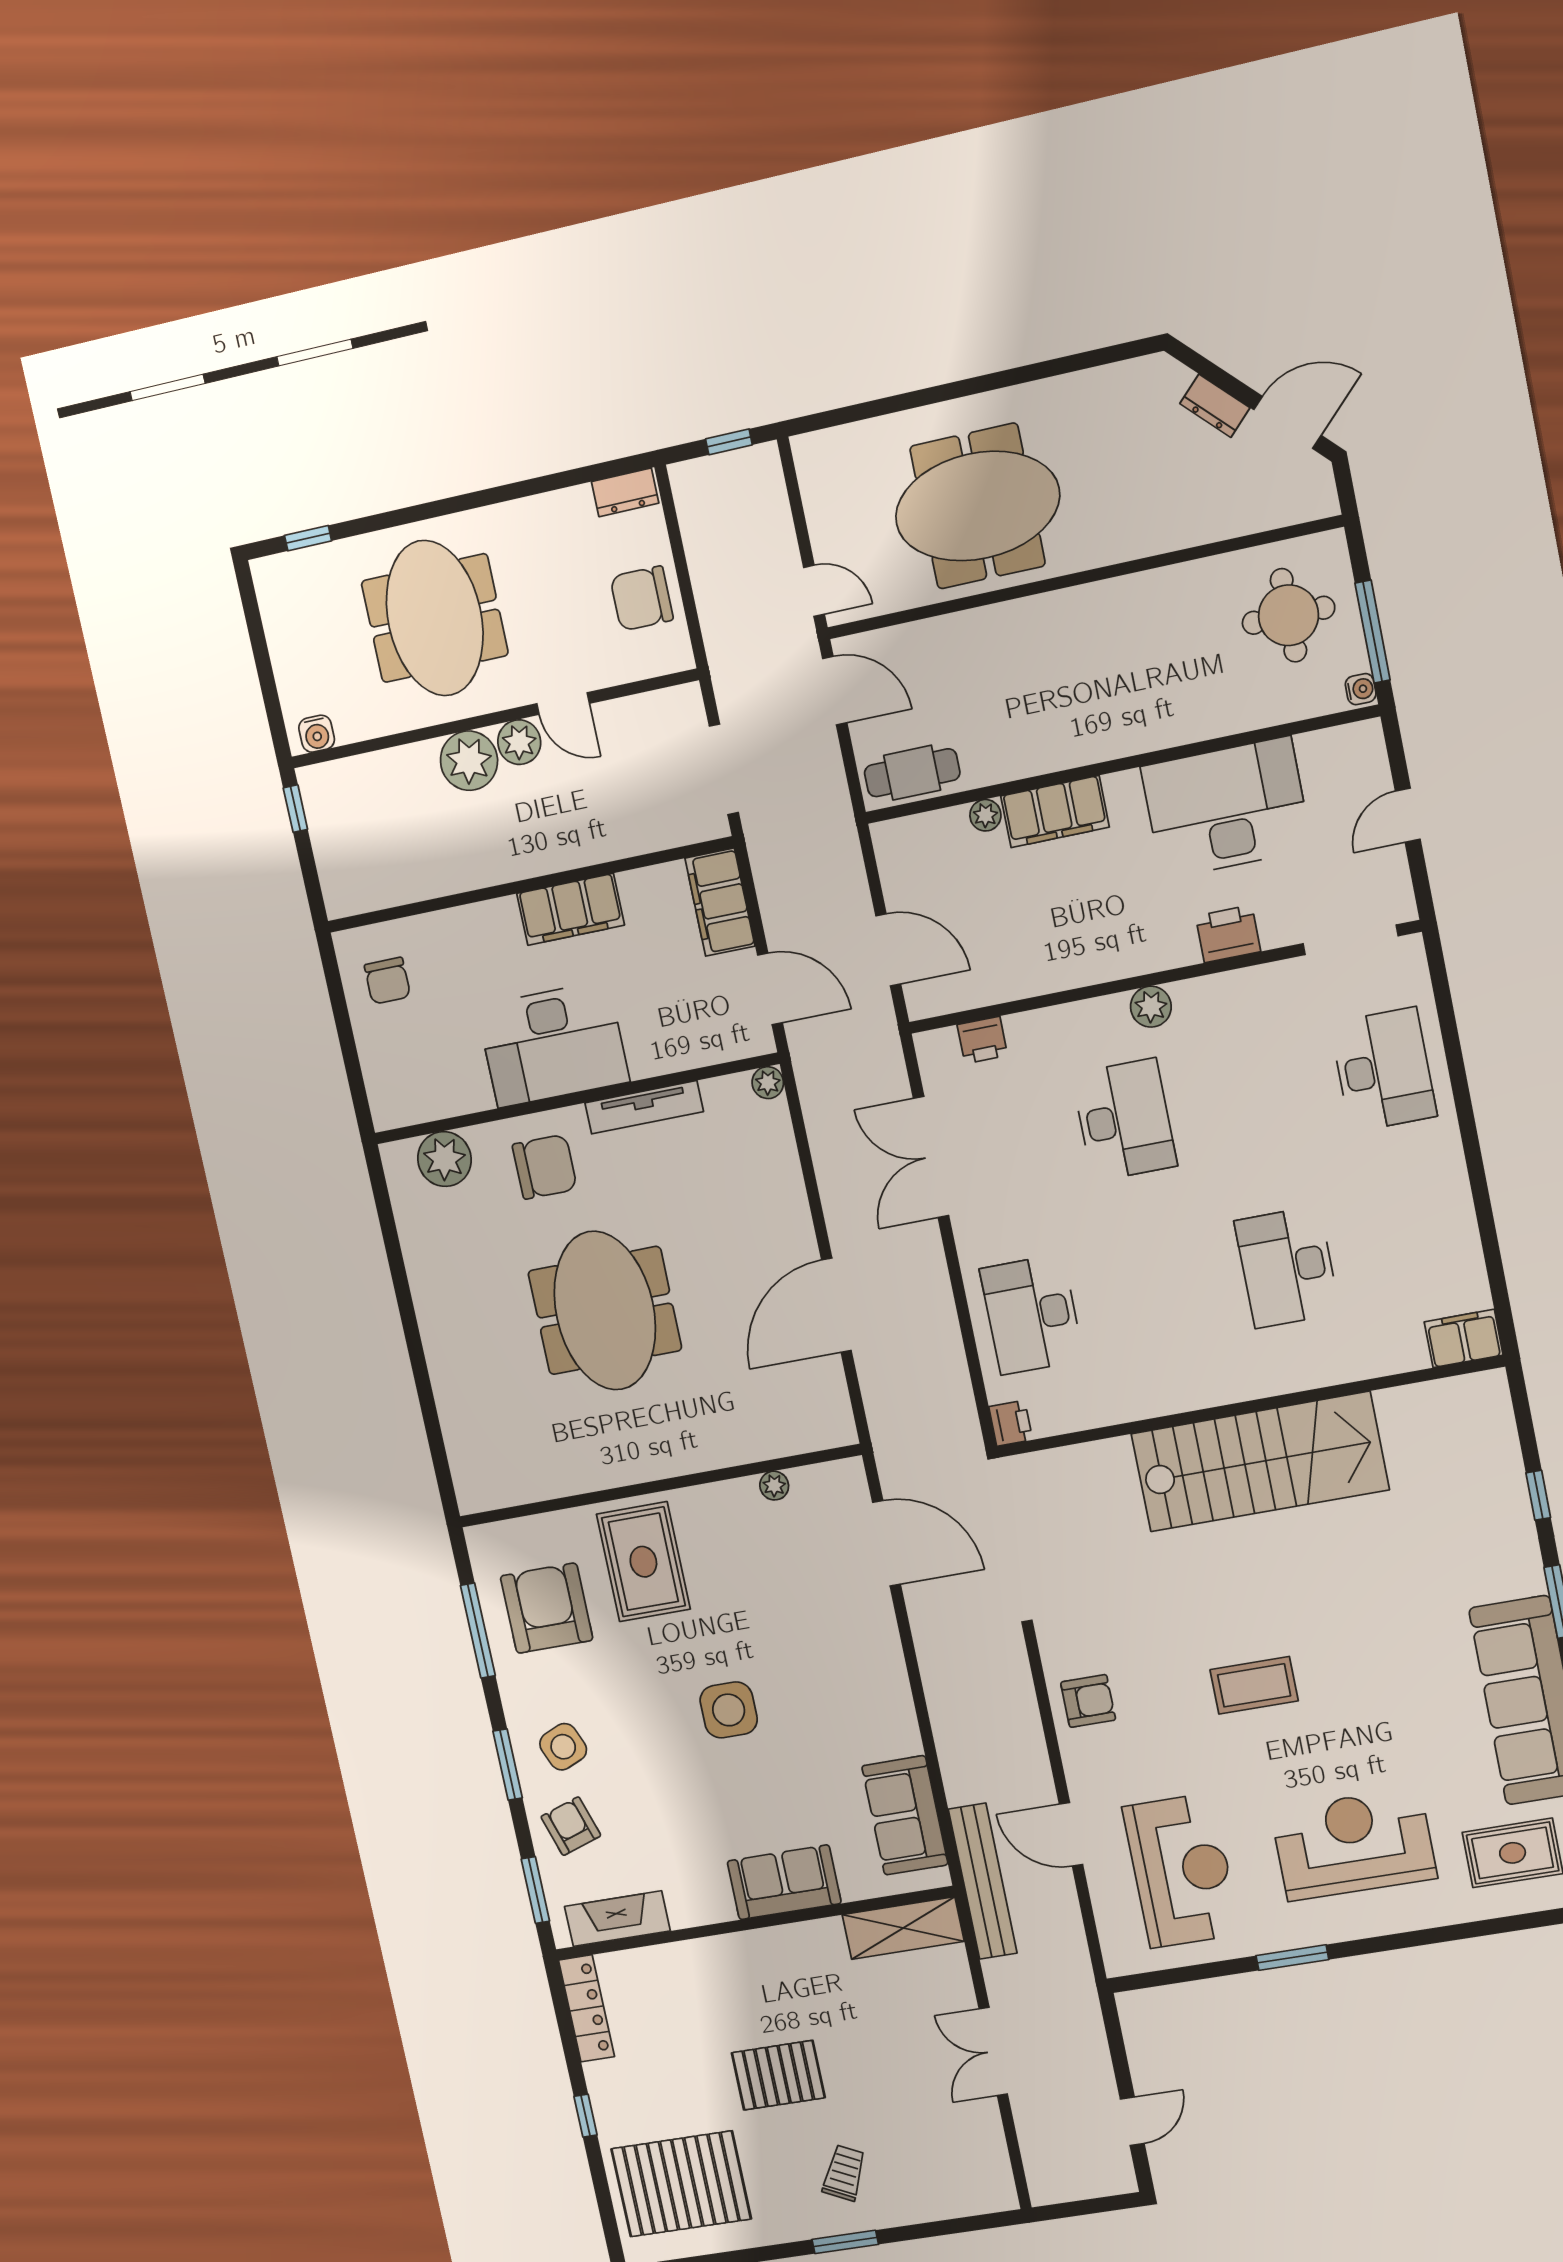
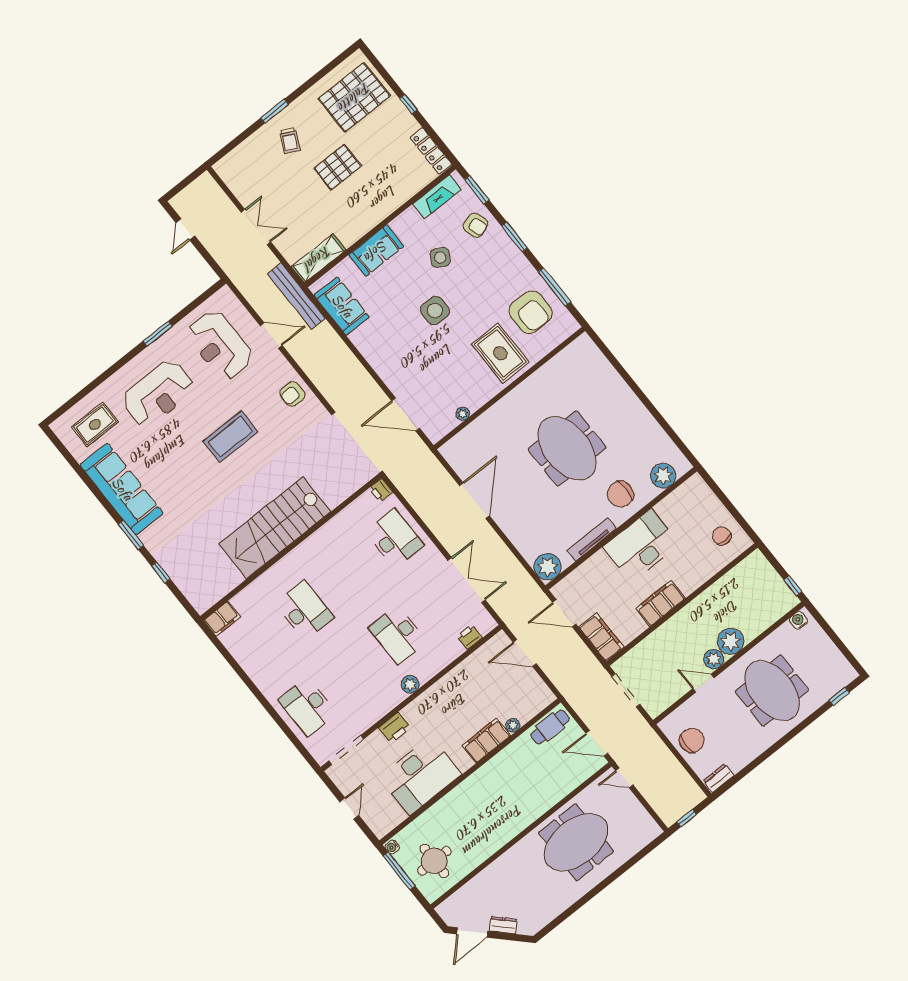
plant: (768, 1083) -> (548, 567), width x1.88, depth x1.88
coffee table: (1254, 1685) -> (230, 437), width x1.36, depth x1.32
side table: (563, 1747) -> (440, 258), moved, turned -38

